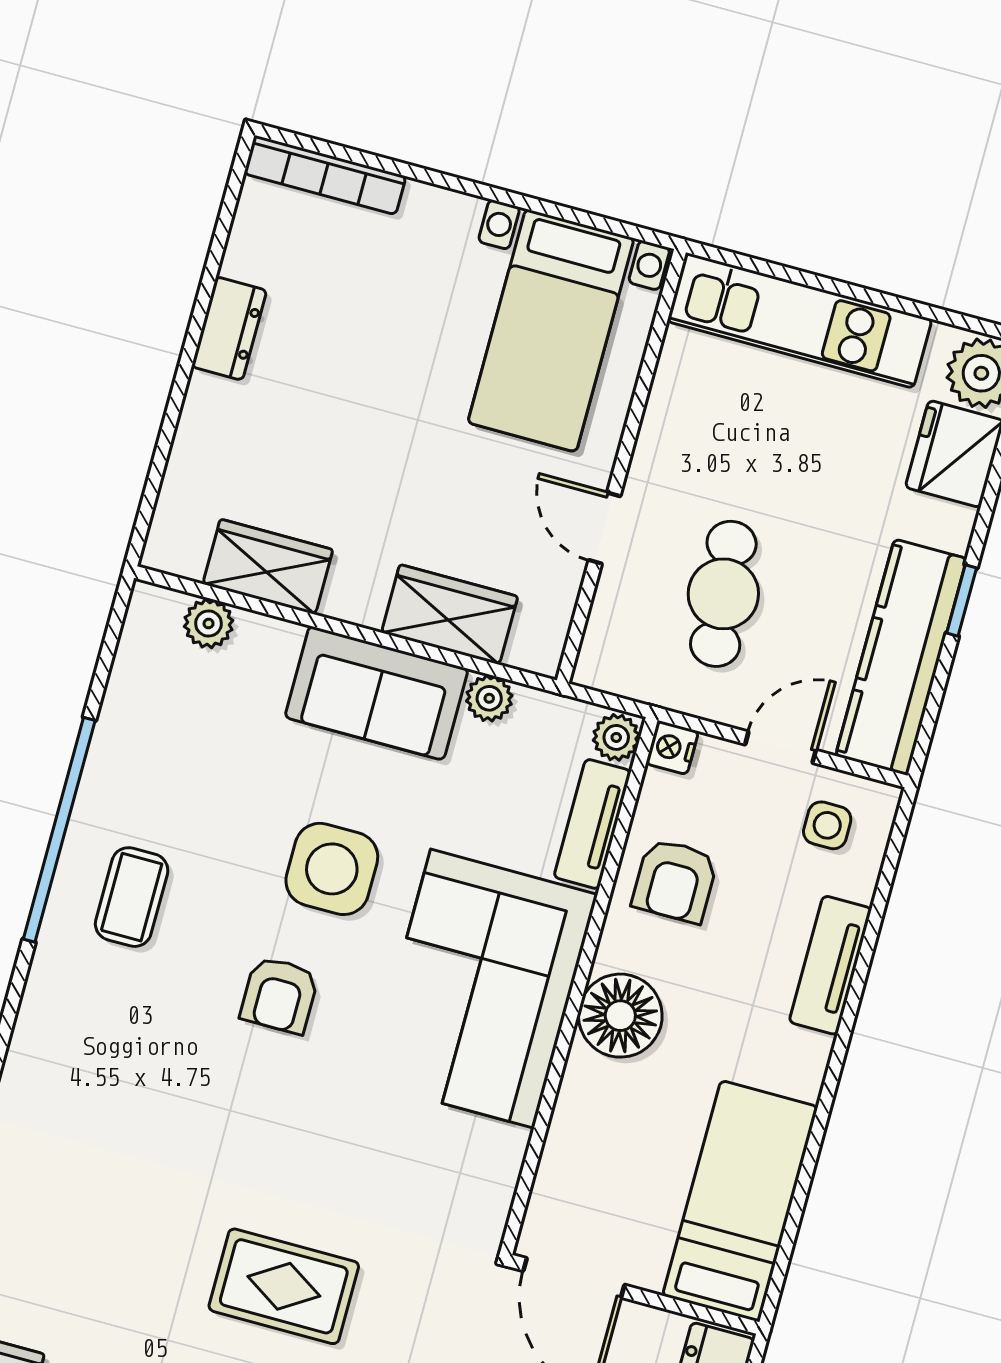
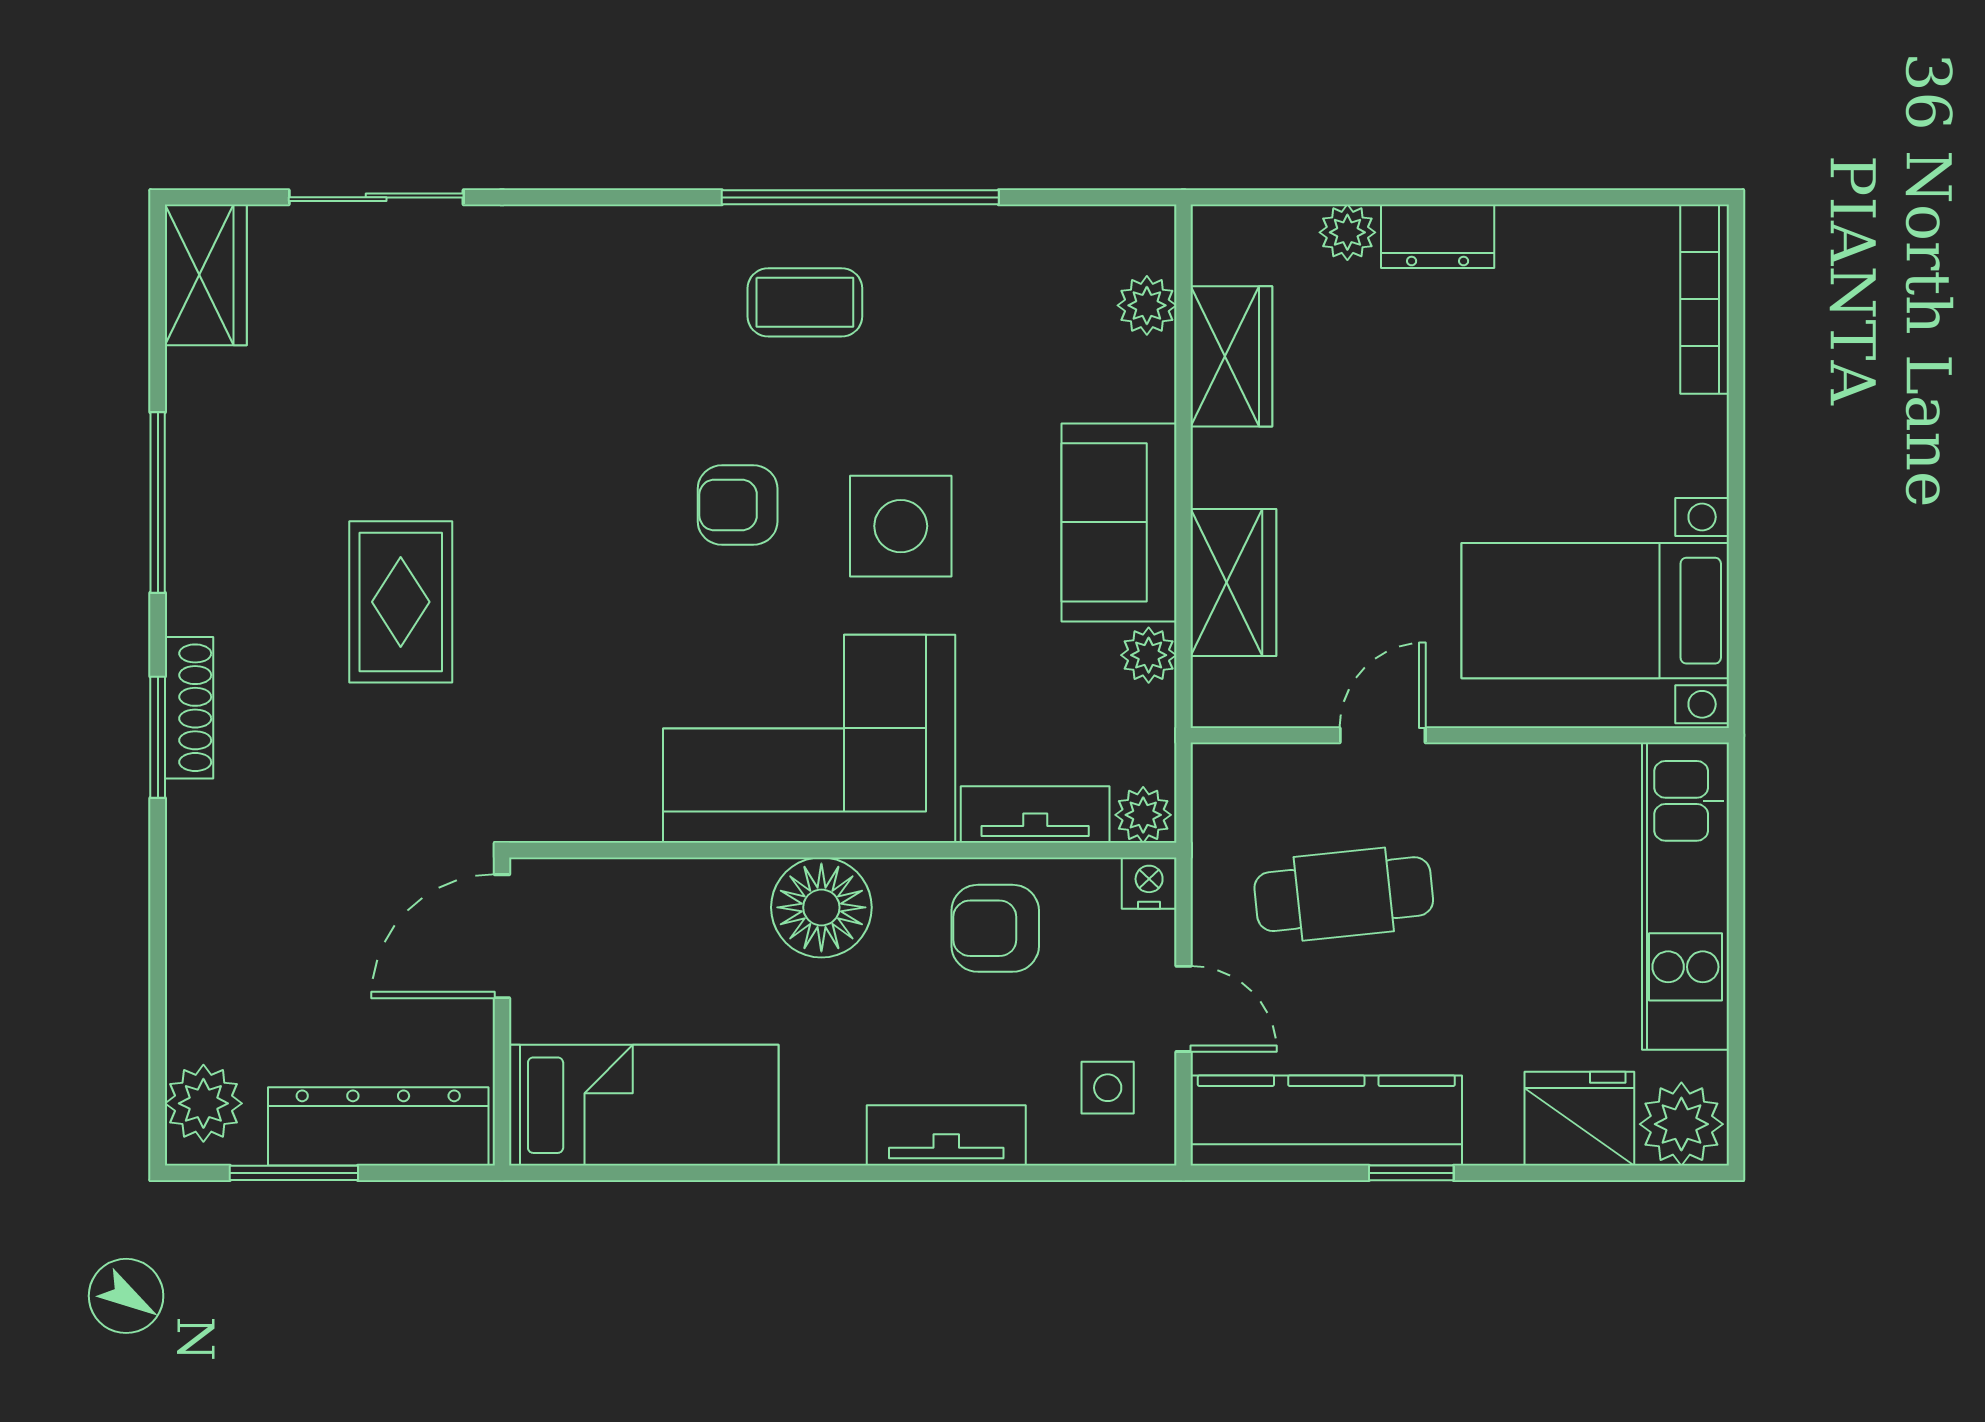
dresser: (229, 328) -> (1438, 236), moved
plant: (194, 447) -> (1347, 232), added

